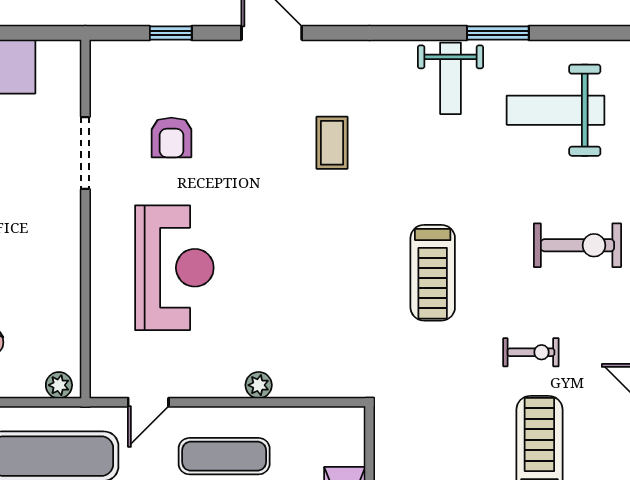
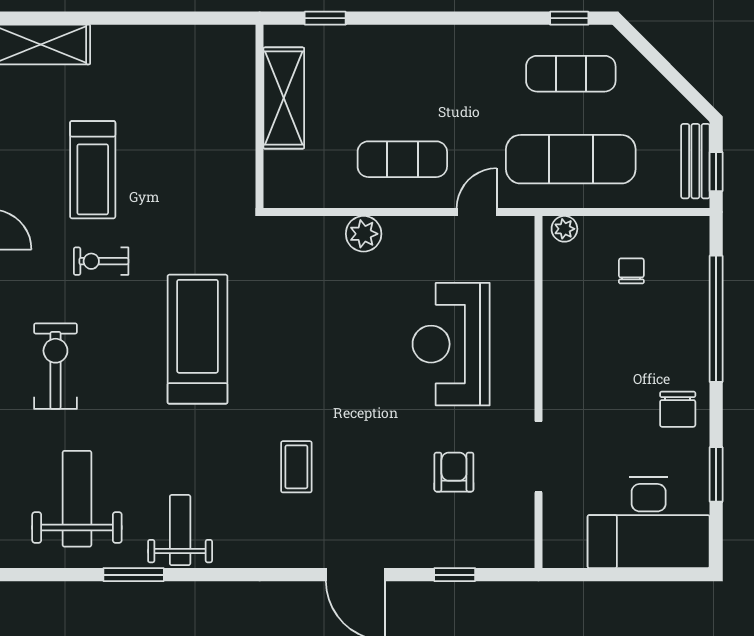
weight bench: (556, 110) -> (77, 499), turned -90
exercise bike: (577, 245) -> (55, 366), turned 90
treadmill: (433, 273) -> (198, 339), width x1.37, depth x1.38
plant: (259, 385) -> (364, 234), width x1.38, depth x1.38

